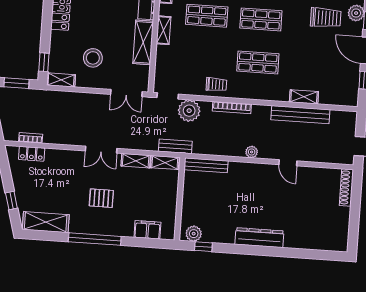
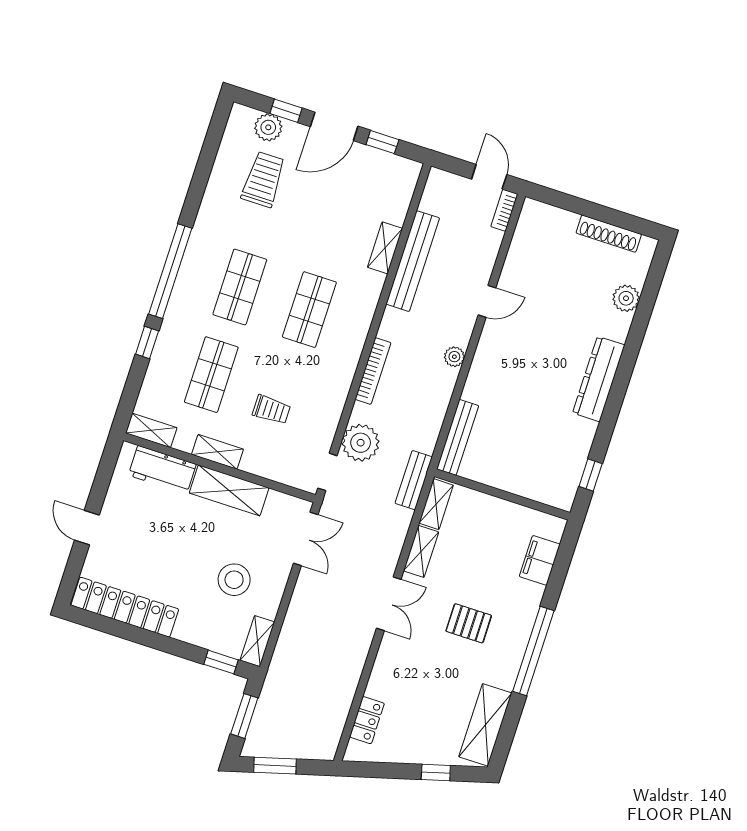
trolley: (216, 84) -> (271, 410), moved, turned 90
bookcase: (31, 138) -> (504, 210), moved
shoe rack: (346, 188) -> (609, 234), moved
pallet: (101, 198) -> (469, 623), turned 90
plant: (194, 234) -> (626, 298), moved

